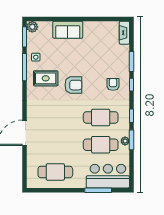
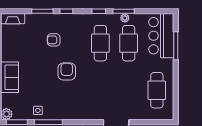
rug: (46, 78) -> (60, 100), removed
armchair: (113, 84) -> (54, 40), moved

